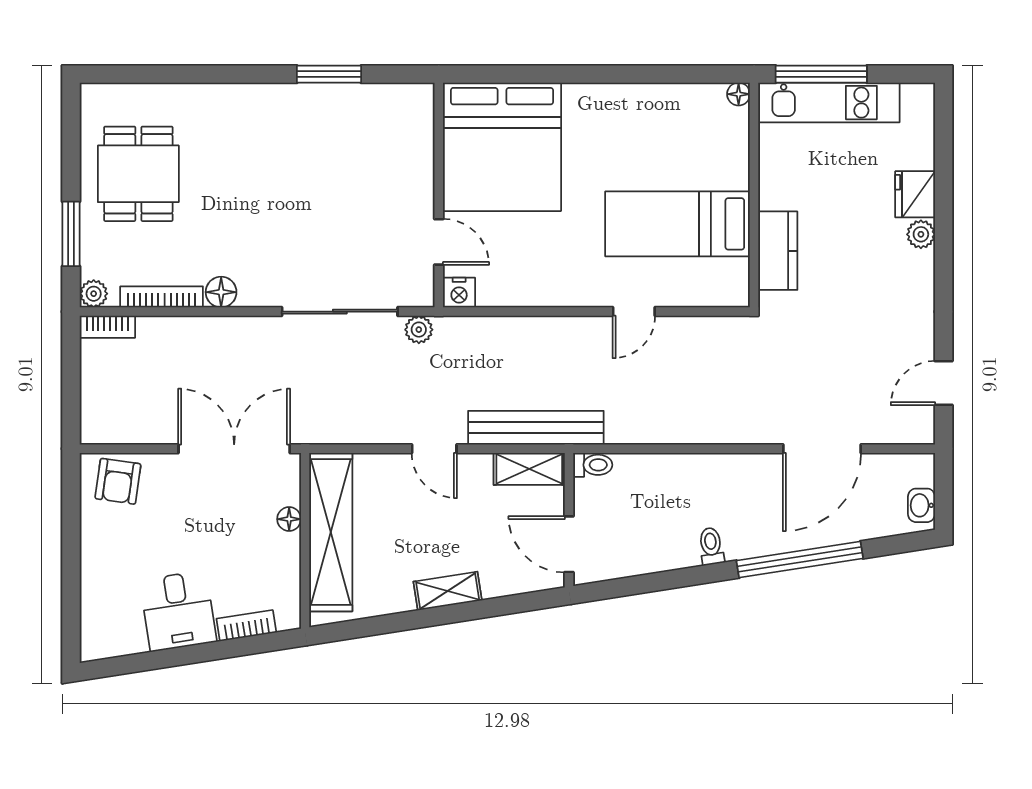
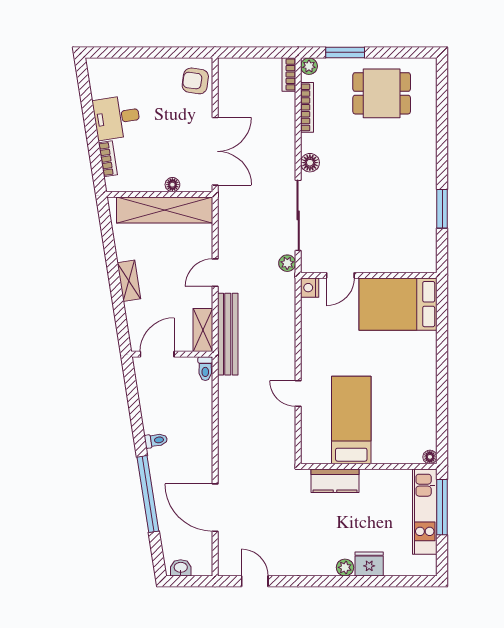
bed: (502, 147) -> (398, 304), width x0.73
floor lamp: (221, 292) -> (310, 163), moved

